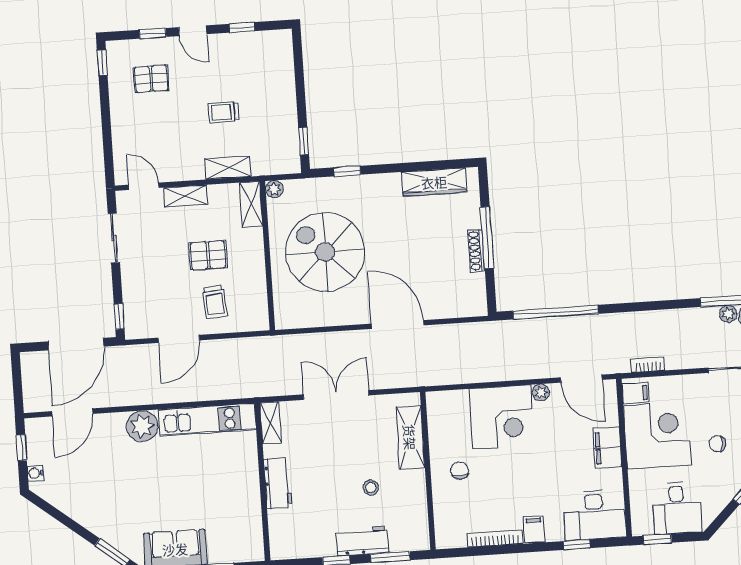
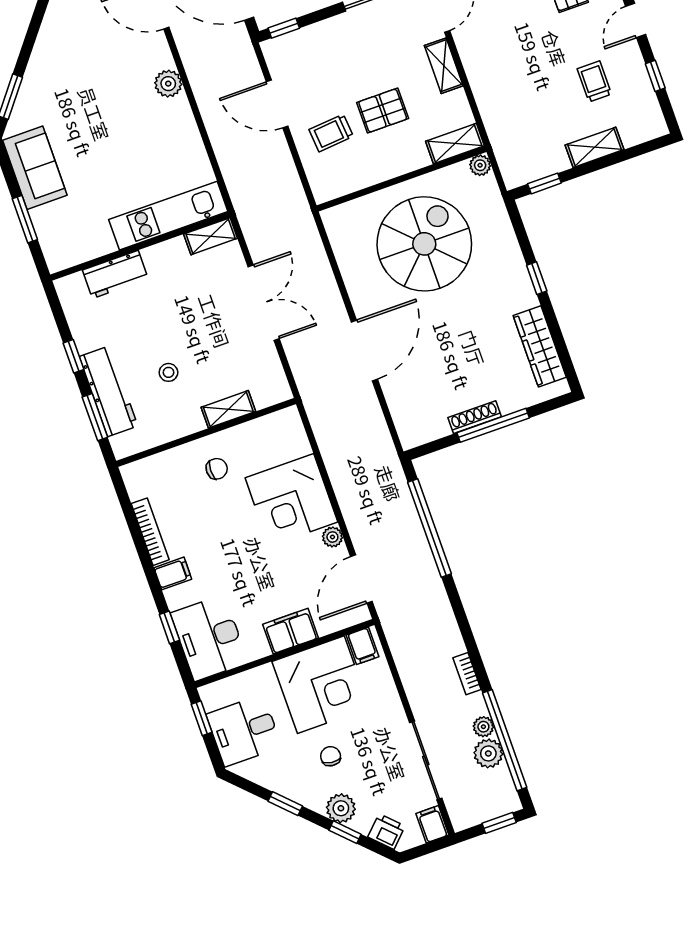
trolley: (224, 112) -> (594, 81), moved
shelving: (228, 168) -> (595, 147), moved, turned 90
window: (347, 171) -> (537, 278), moved
pallet: (208, 255) -> (383, 111), turned 90
bookcase: (648, 365) -> (467, 674), moved, turned 180
kitchen unit: (207, 420) -> (168, 216), moved, turned 90
plant: (142, 426) -> (168, 84), width x0.73, depth x0.73
shelving: (410, 437) -> (228, 409), width x0.67, depth x0.75
workbench: (278, 483) -> (115, 274), moved
workbench: (363, 541) -> (108, 391), width x1.38

